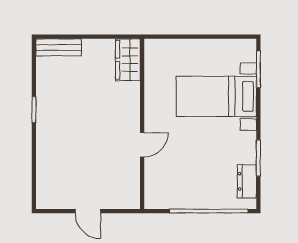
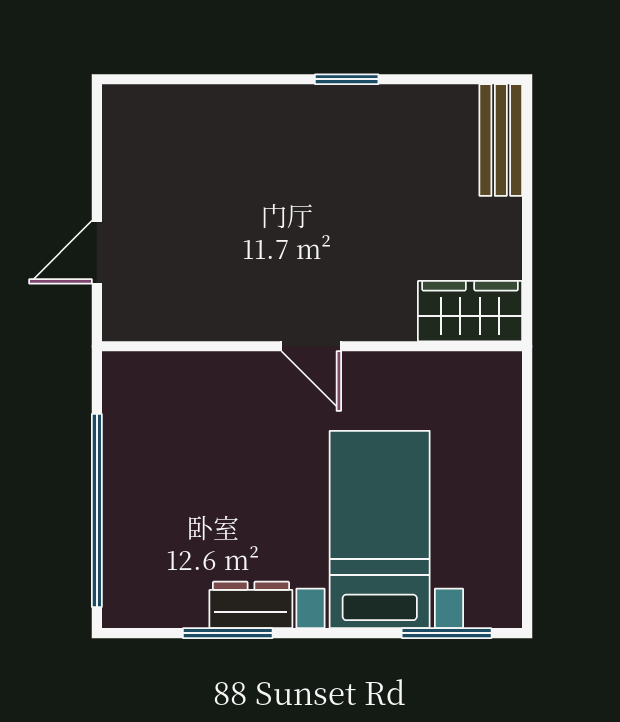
door: (142, 145) -> (311, 346), moved
dresser: (247, 181) -> (251, 605), moved
door: (88, 211) -> (97, 252), moved

